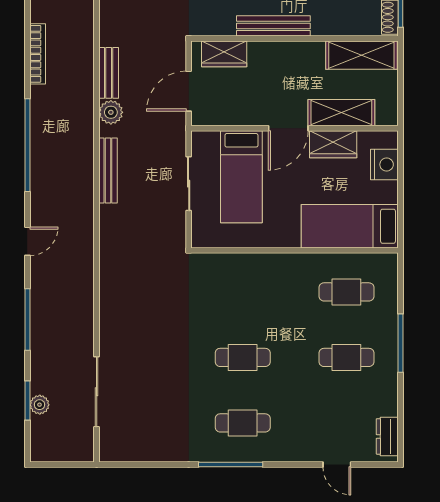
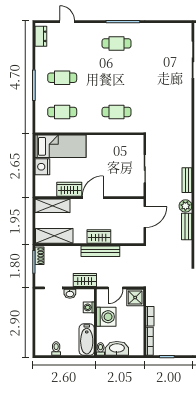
wardrobe: (224, 54) -> (99, 237), moved
shelving: (341, 113) -> (53, 206), moved
nightstand: (384, 165) -> (42, 167), moved
bench: (108, 171) -> (187, 180), width x0.73
bed: (241, 177) -> (117, 172), removed
cafe table: (243, 357) -> (117, 112), moved

